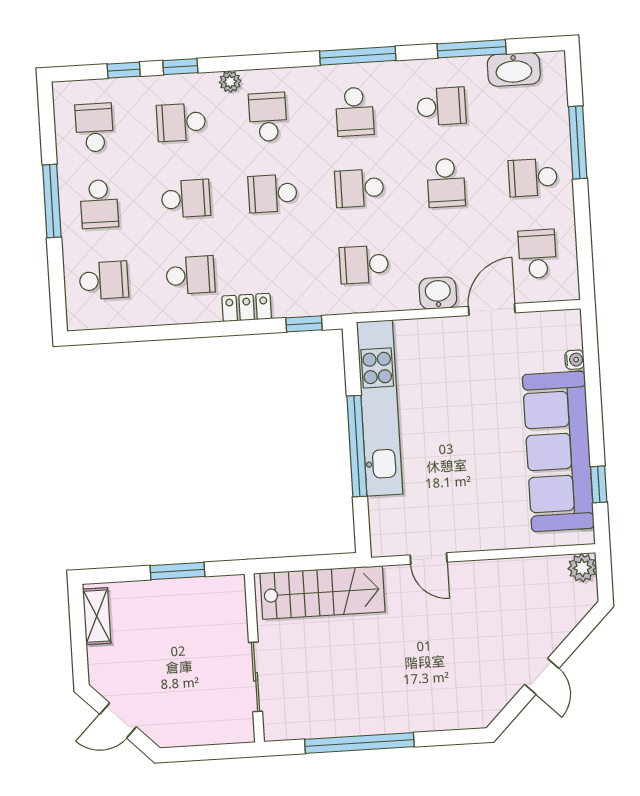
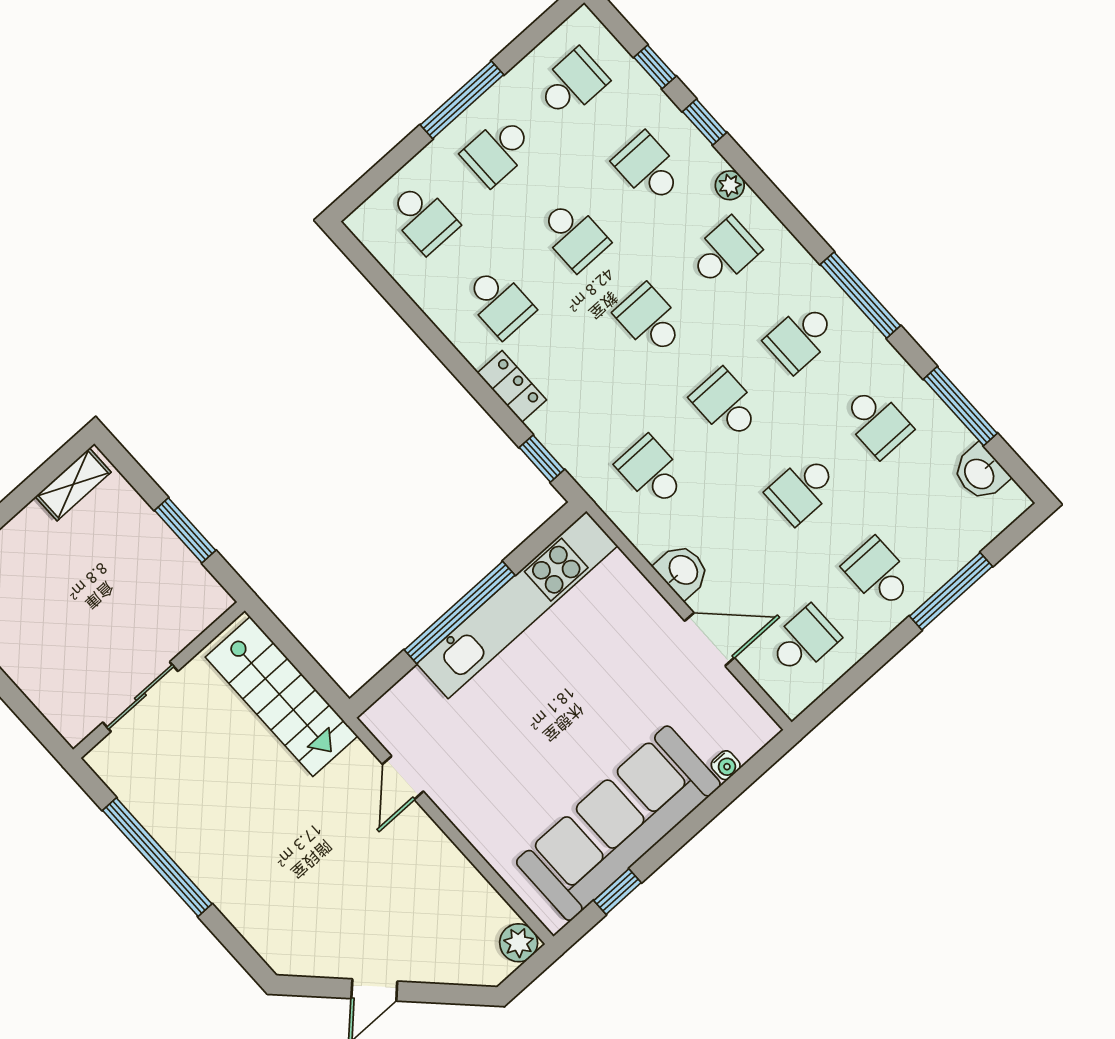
washbasin: (514, 69) -> (980, 473), width x0.72

